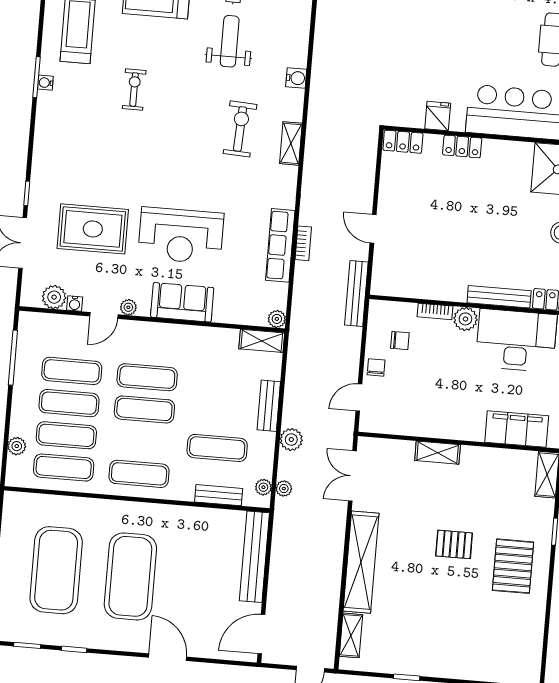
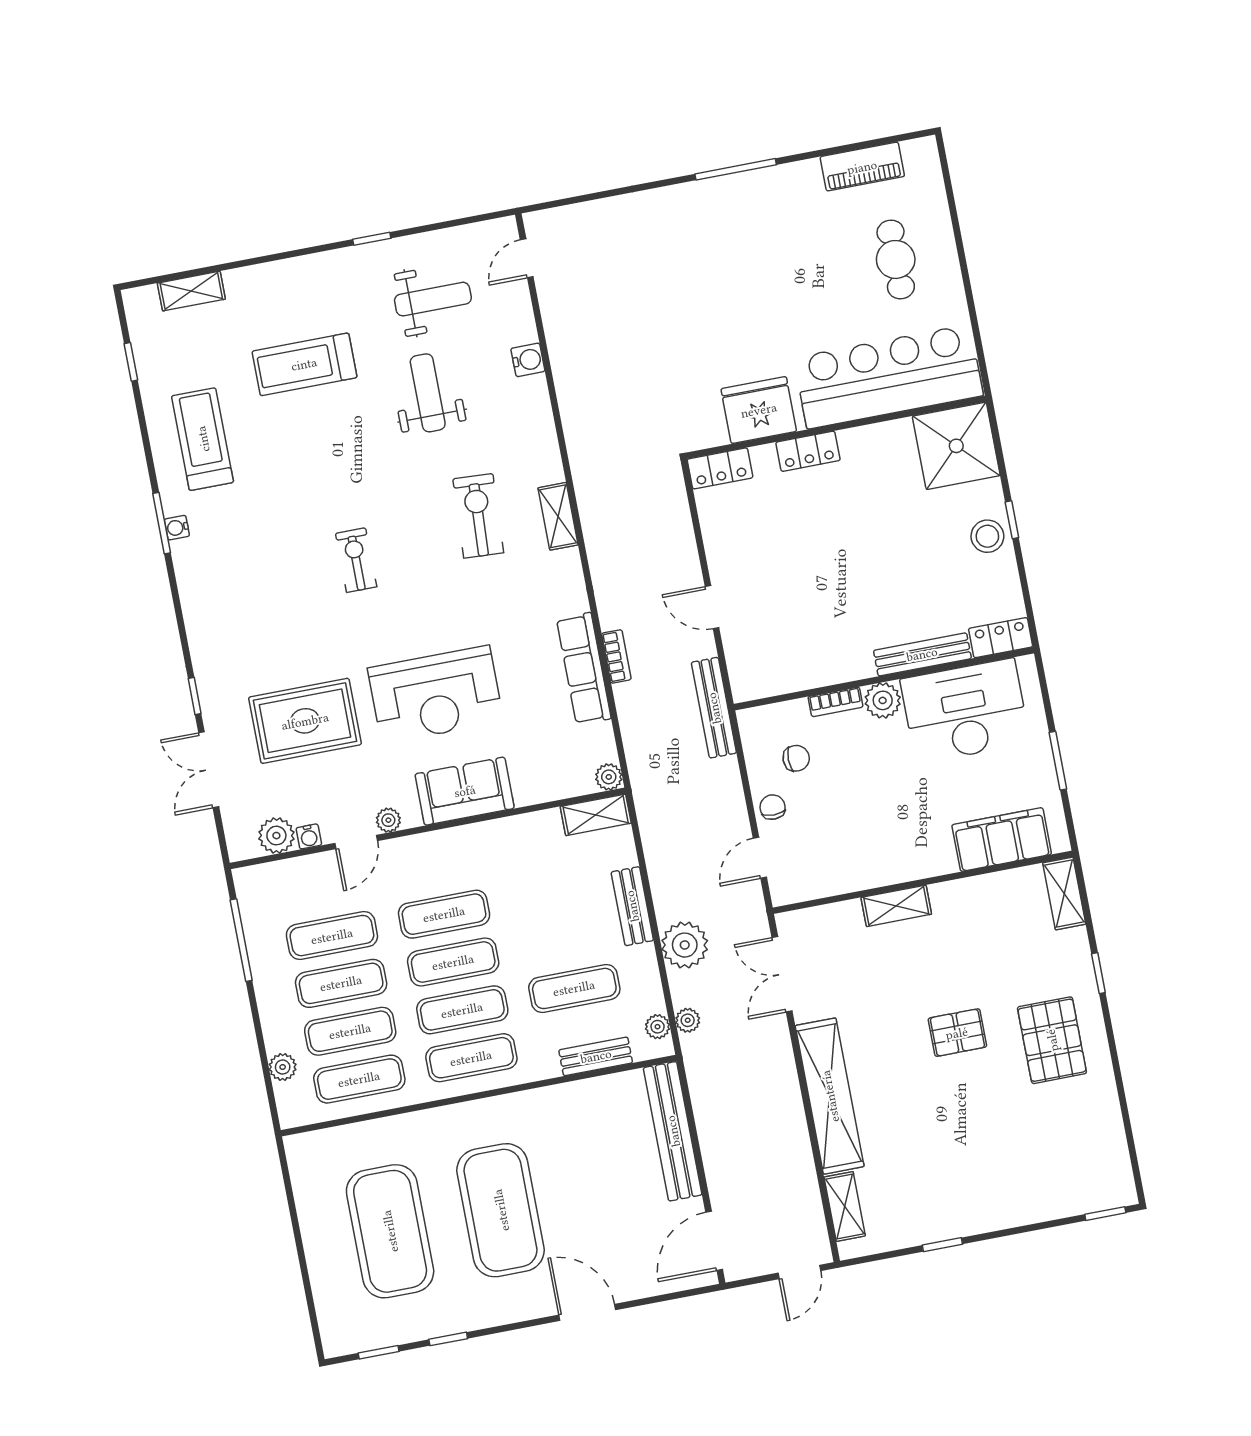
water cooler: (296, 78) -> (528, 360), moved
exercise bike: (134, 89) -> (356, 560), moved
fridge: (438, 116) -> (759, 410), width x1.88, depth x1.34
plant: (291, 440) -> (685, 945), width x1.36, depth x1.36
exercise mat: (142, 442) -> (462, 1010), added

